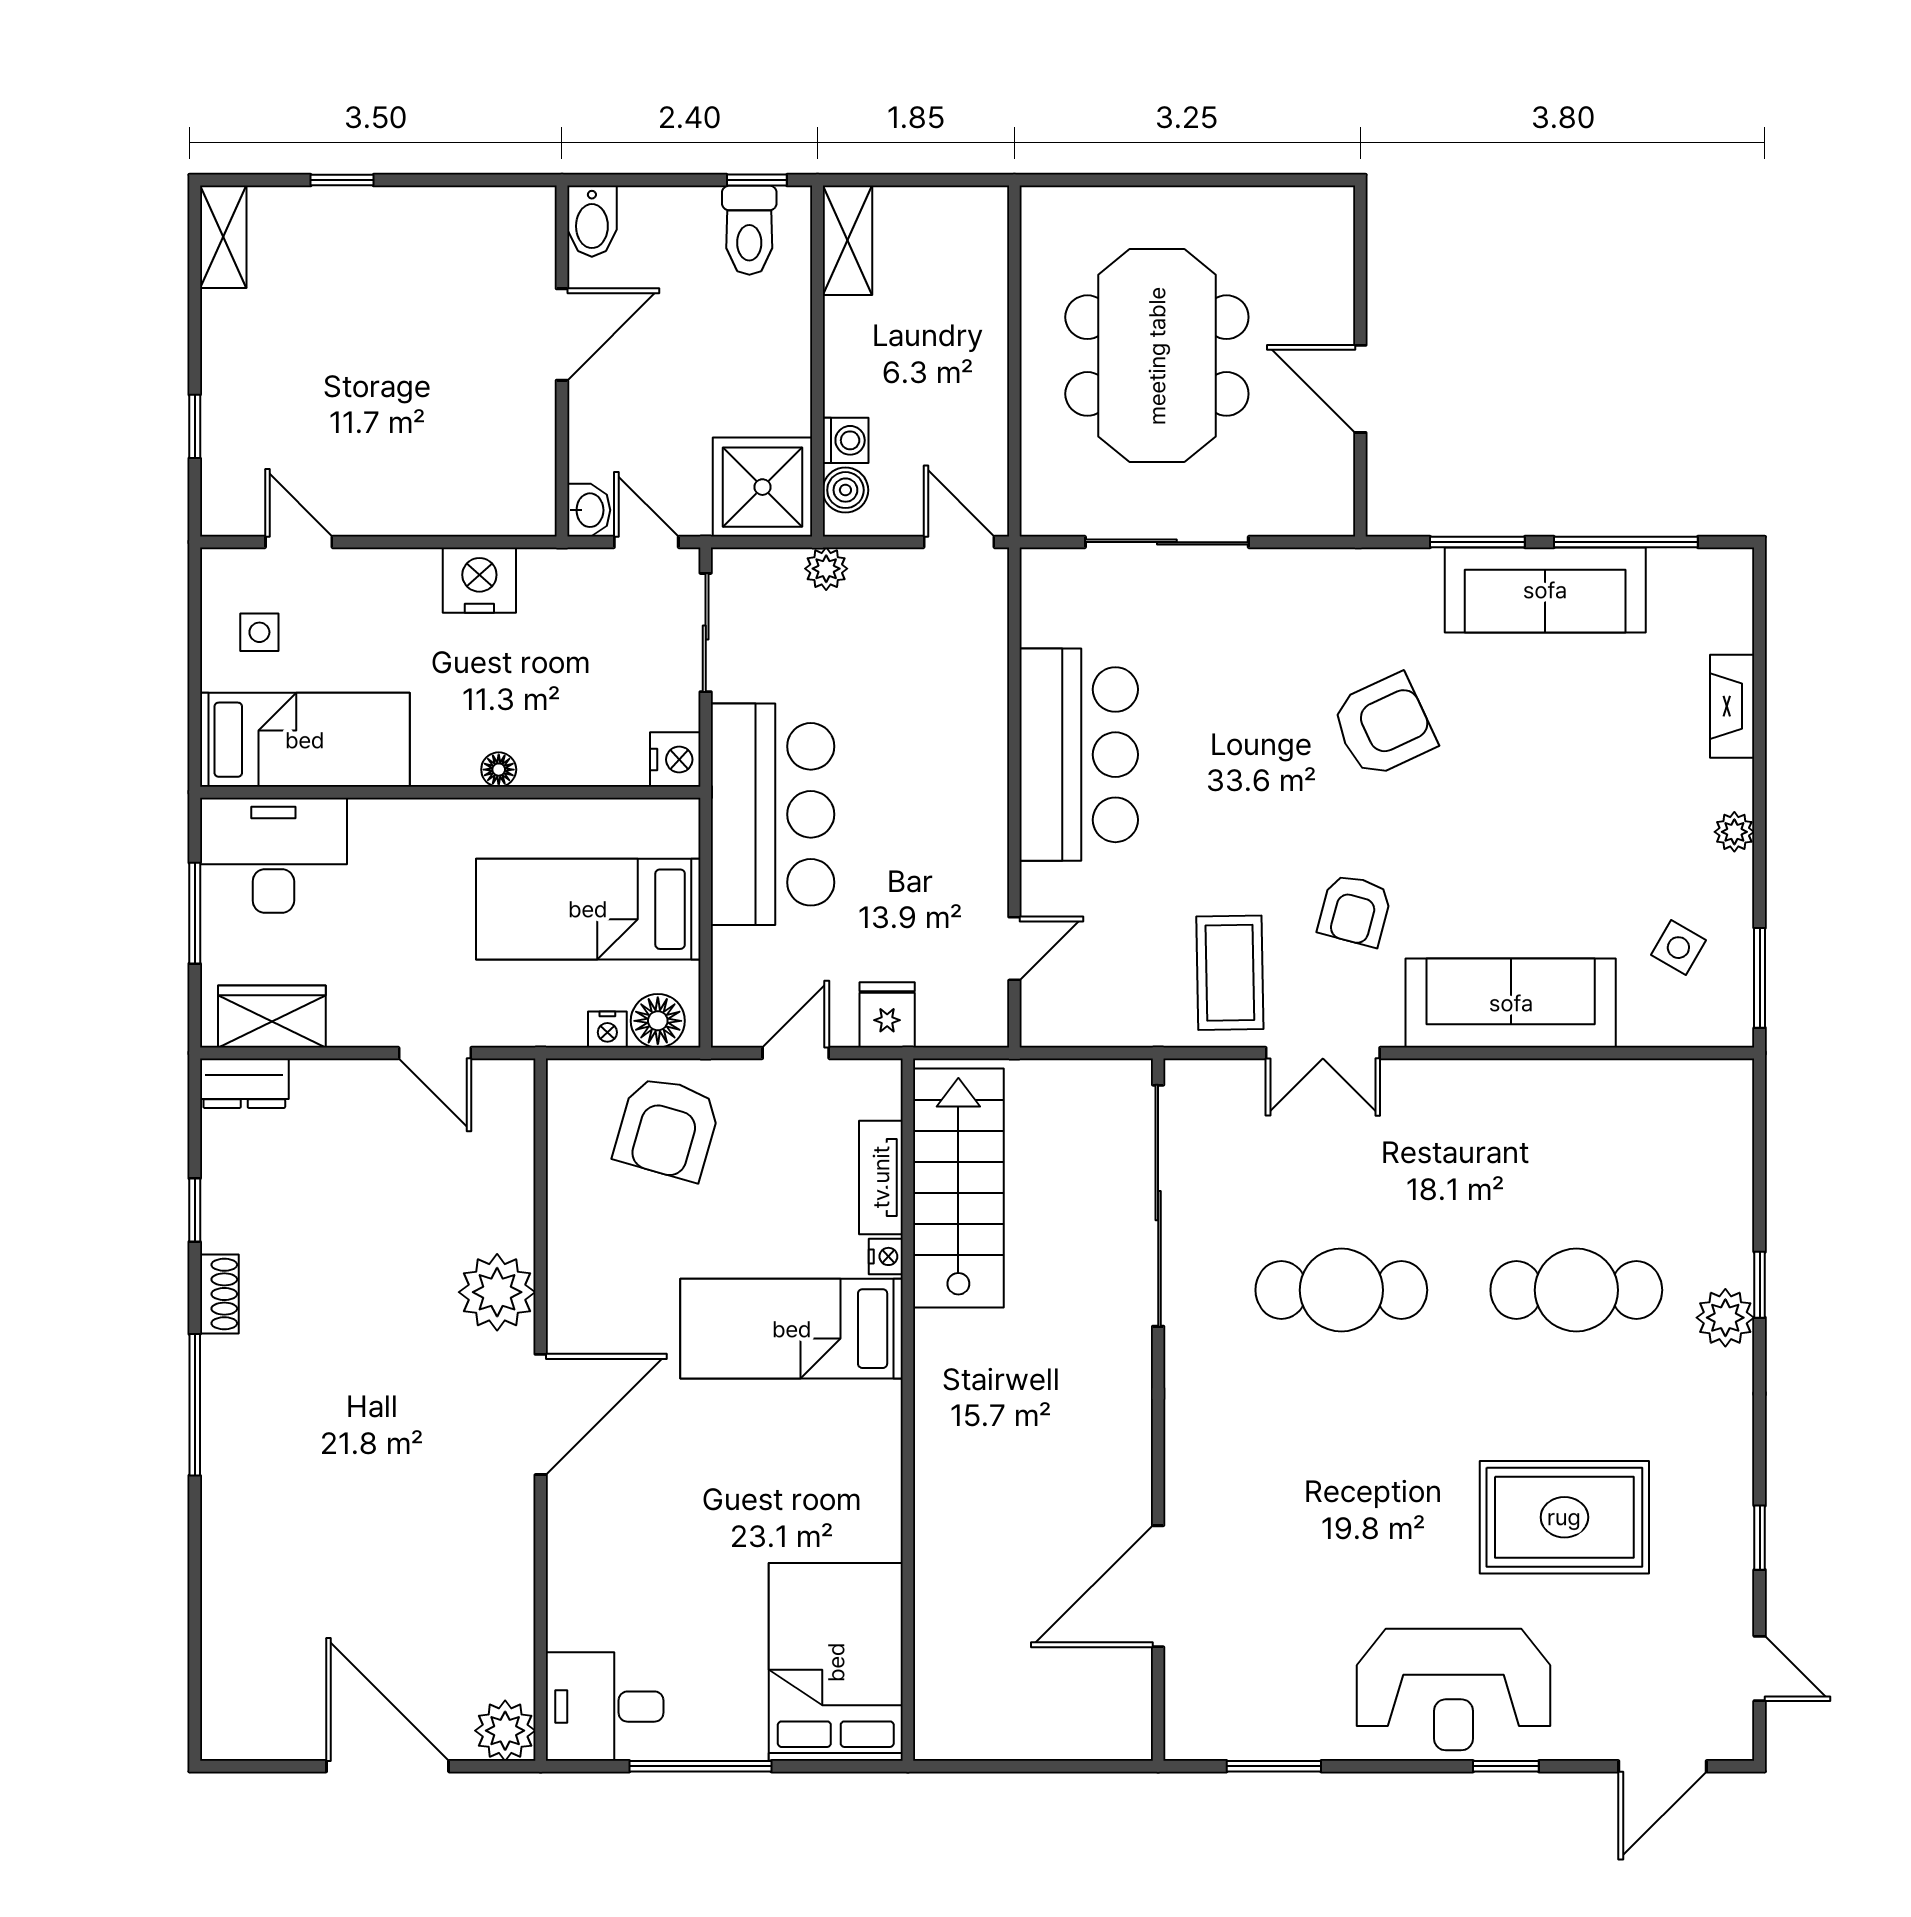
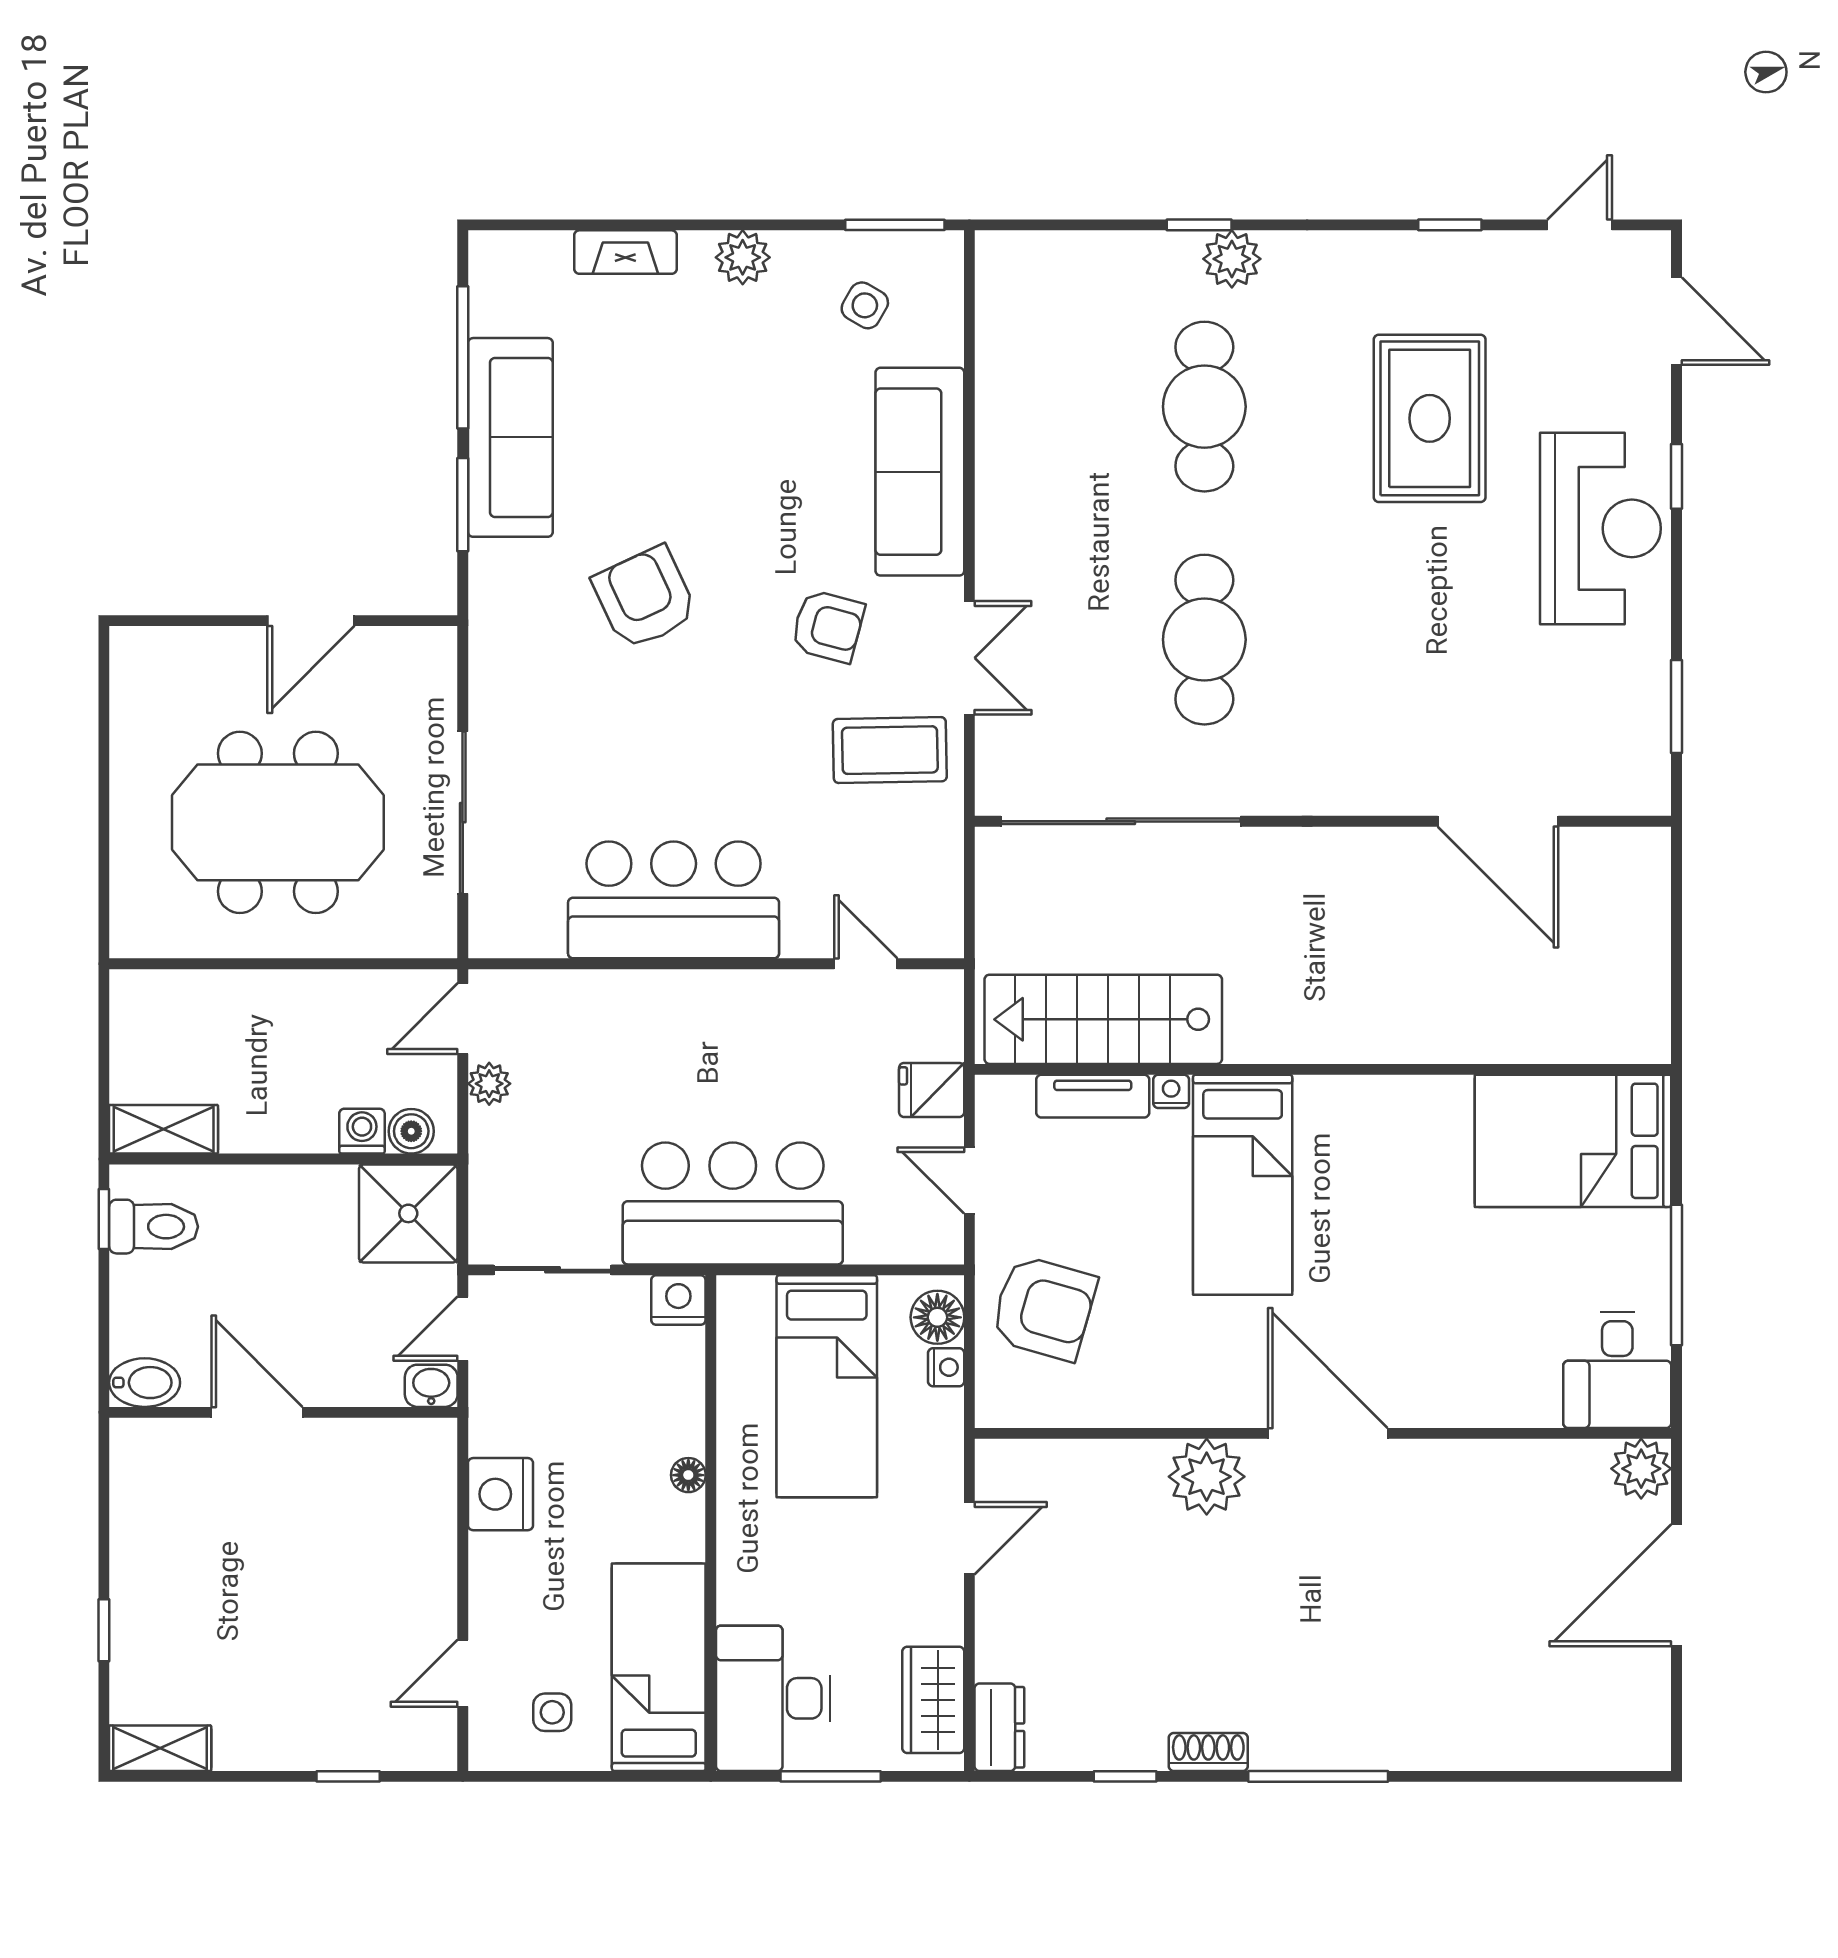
plant: (826, 569) -> (489, 1084), moved
plant: (1734, 832) -> (743, 257), width x1.38, depth x1.38

